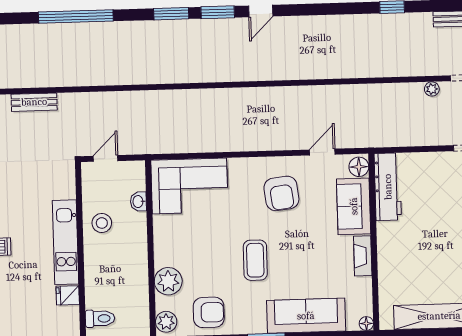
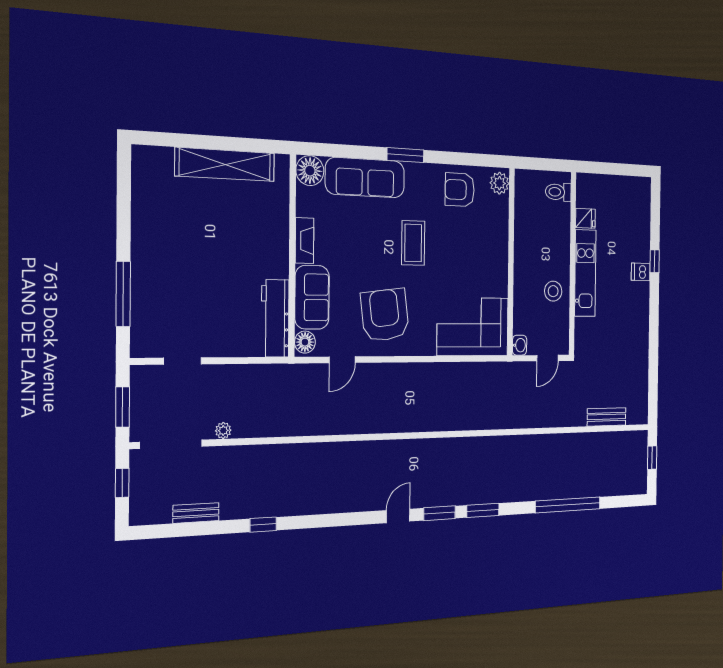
armchair: (281, 193) -> (385, 315), width x1.36, depth x1.36
washbasin: (138, 202) -> (520, 345), moved
plant: (168, 281) -> (496, 226), removed
floor lamp: (366, 323) -> (310, 171), width x1.89, depth x1.89

